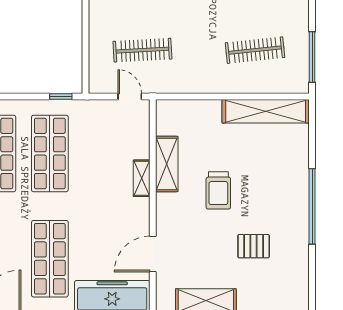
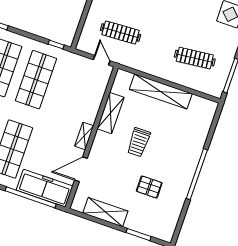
shelving: (266, 111) -> (161, 92), moved
shelving: (142, 178) -> (84, 136), moved

